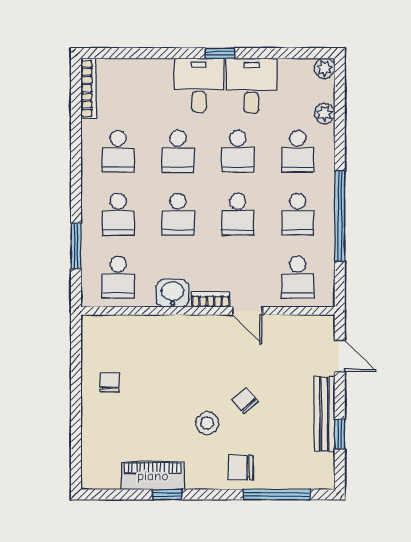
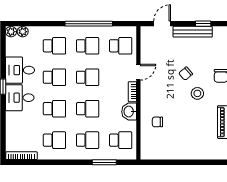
plant: (325, 114) -> (23, 32), moved
chair: (109, 382) -> (157, 122), moved

